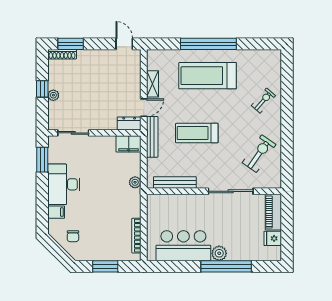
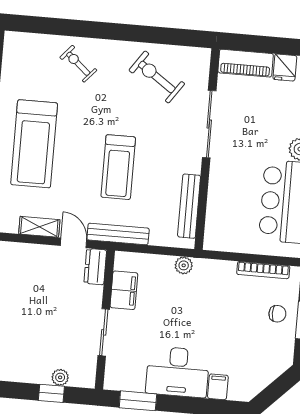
window: (42, 89) -> (51, 393), moved
plant: (53, 95) -> (60, 377), moved
sliding door: (73, 133) -> (104, 332), moved
filing cabinet: (129, 144) -> (124, 290), moved
chair: (73, 236) -> (277, 314), moved

